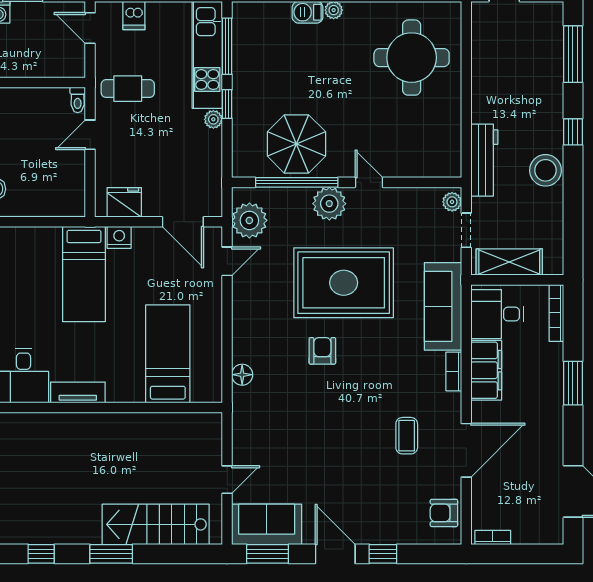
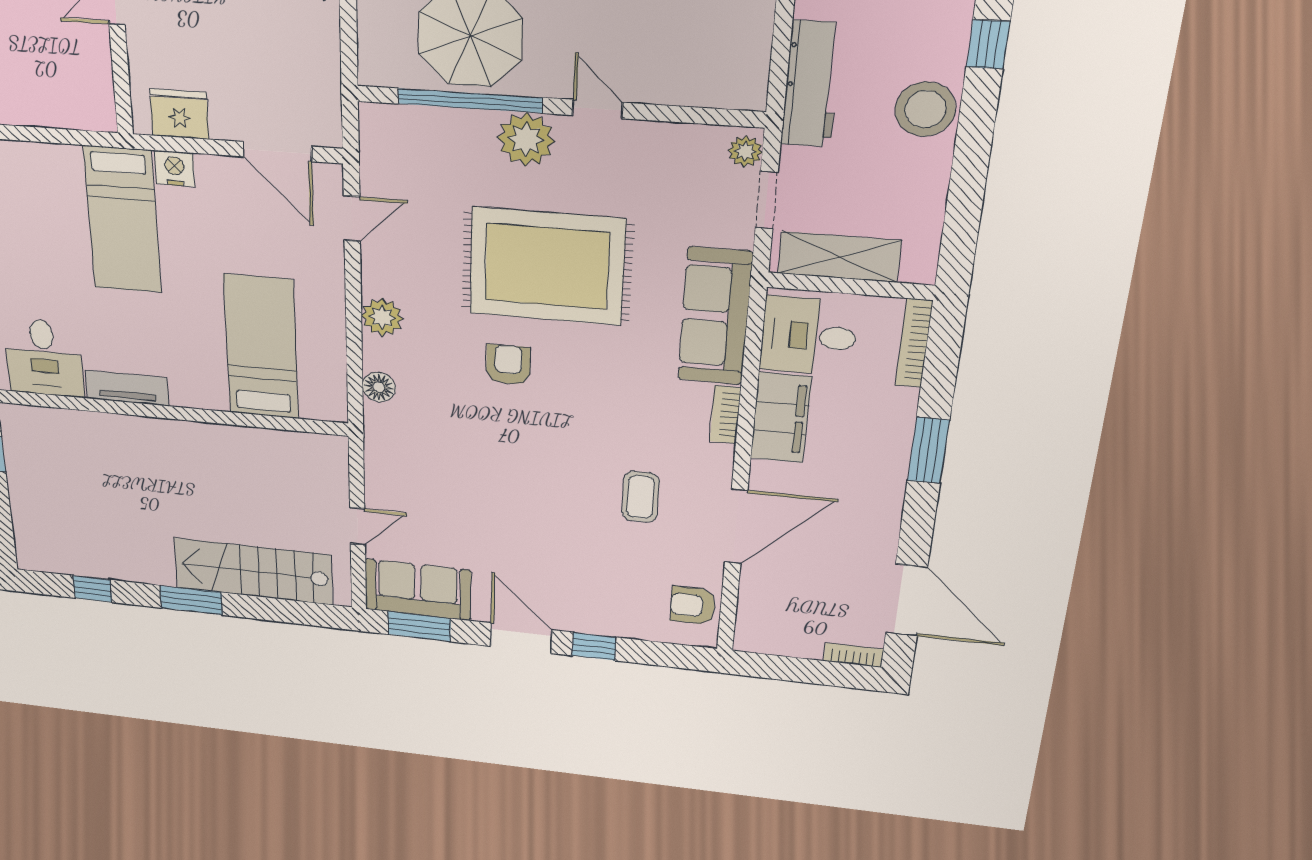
plant: (249, 220) -> (382, 317), moved, width x0.73, depth x0.73
bookcase: (493, 537) -> (853, 655), moved

